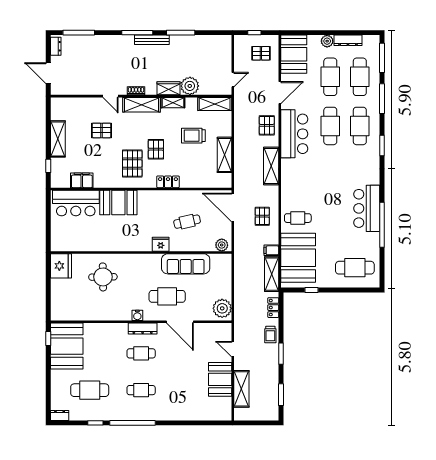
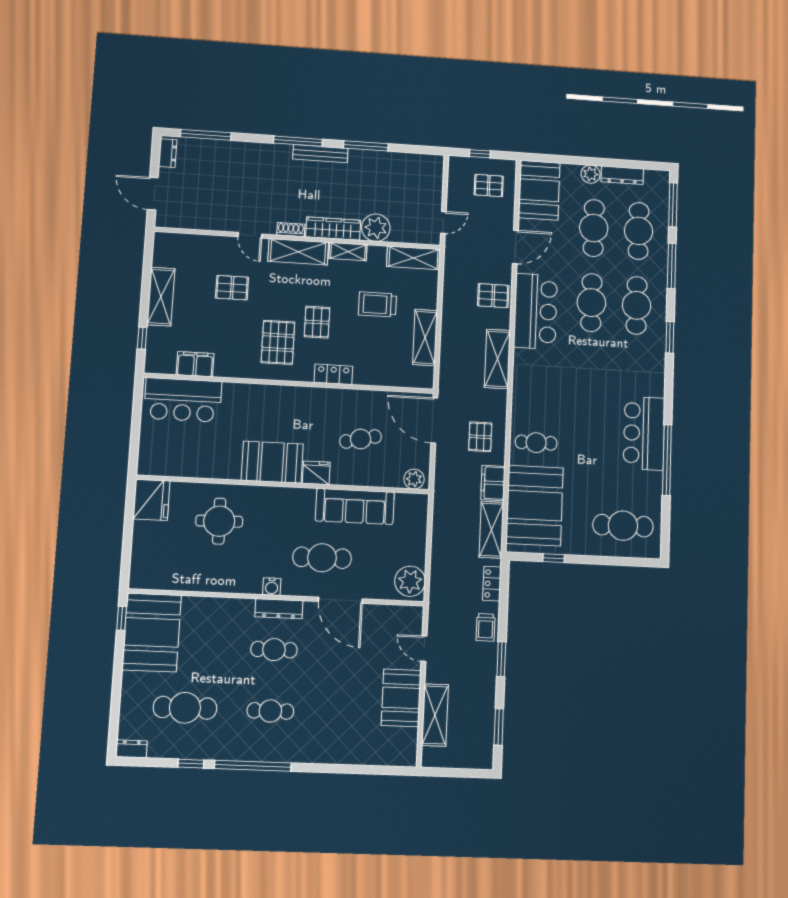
wardrobe: (168, 88) -> (333, 229), width x1.50
pallet: (267, 125) -> (493, 296), turned 90
booth: (118, 202) -> (272, 462), moved
filing cabinet: (271, 250) -> (493, 483), width x2.00

